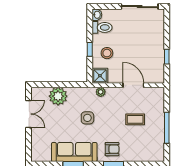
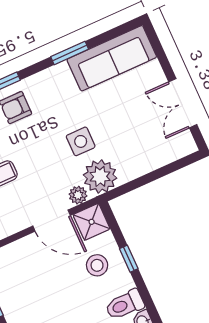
door: (133, 85) -> (52, 221), moved
plant: (58, 96) -> (100, 176), moved
sofa: (74, 152) -> (112, 58), moved

